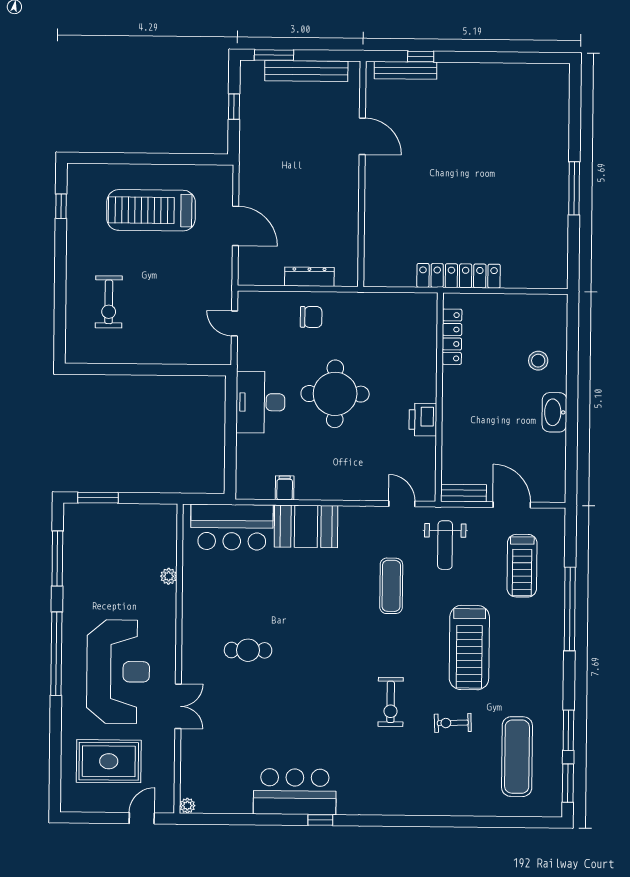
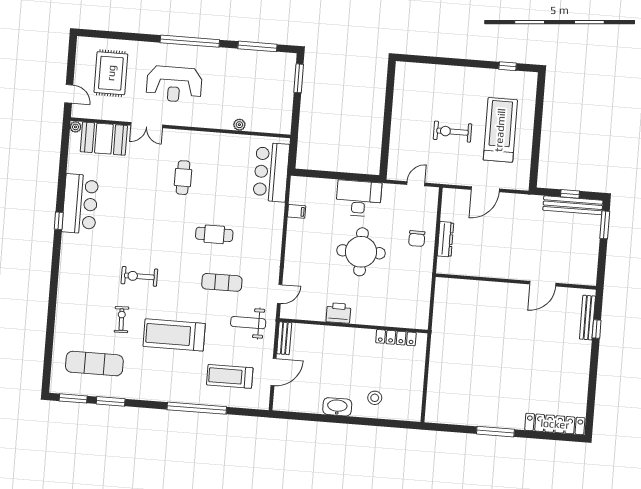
bench: (306, 71) -> (573, 205), moved, turned 90
locker: (458, 276) -> (555, 424), moved, turned -90
exercise bike: (109, 302) -> (452, 132), moved
booth: (306, 526) -> (104, 139), moved, turned 90
cafe table: (325, 601) -> (214, 234), added
reception desk: (118, 672) -> (174, 84), width x0.74, depth x0.77

